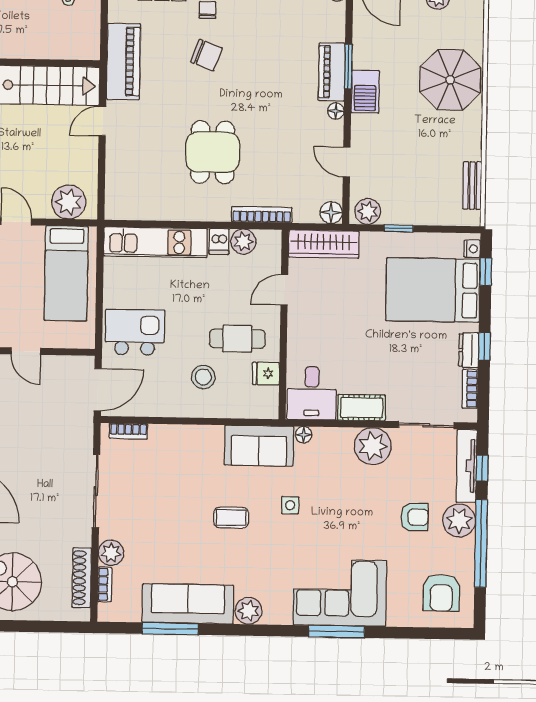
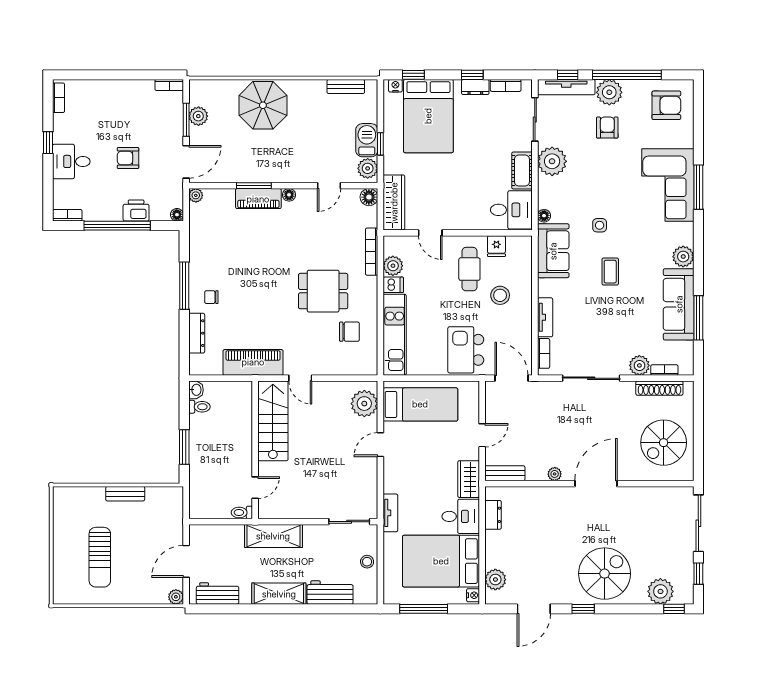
chair: (207, 55) -> (349, 332), moved, turned 70
barbecue: (365, 92) -> (367, 140), moved, turned -90
tv unit: (174, 434) -> (545, 317), added

